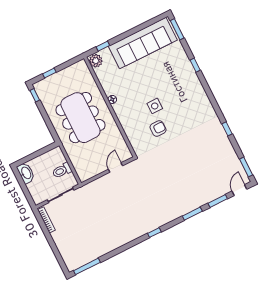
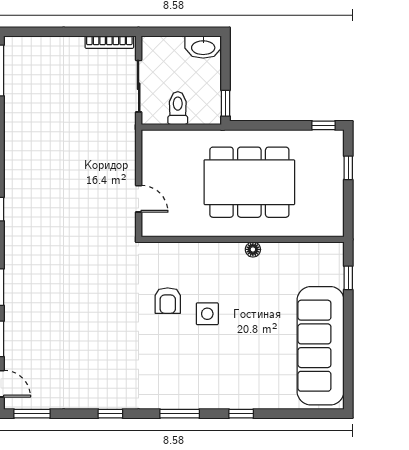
window: (177, 29) -> (180, 414), moved
plant: (96, 61) -> (330, 254), removed
window: (48, 148) -> (225, 103), added

